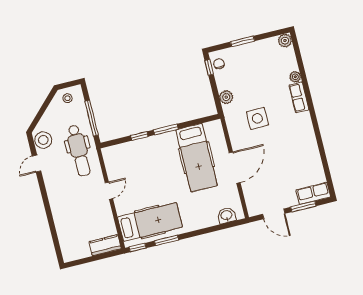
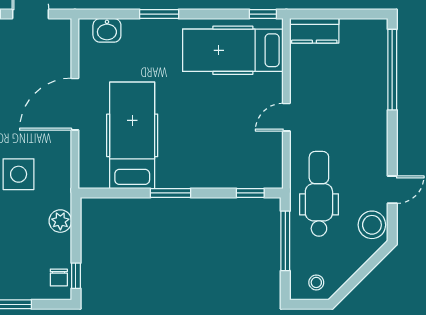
window: (139, 136) -> (250, 193), moved
window: (54, 234) -> (392, 70), added
window: (166, 240) -> (159, 14), moved

